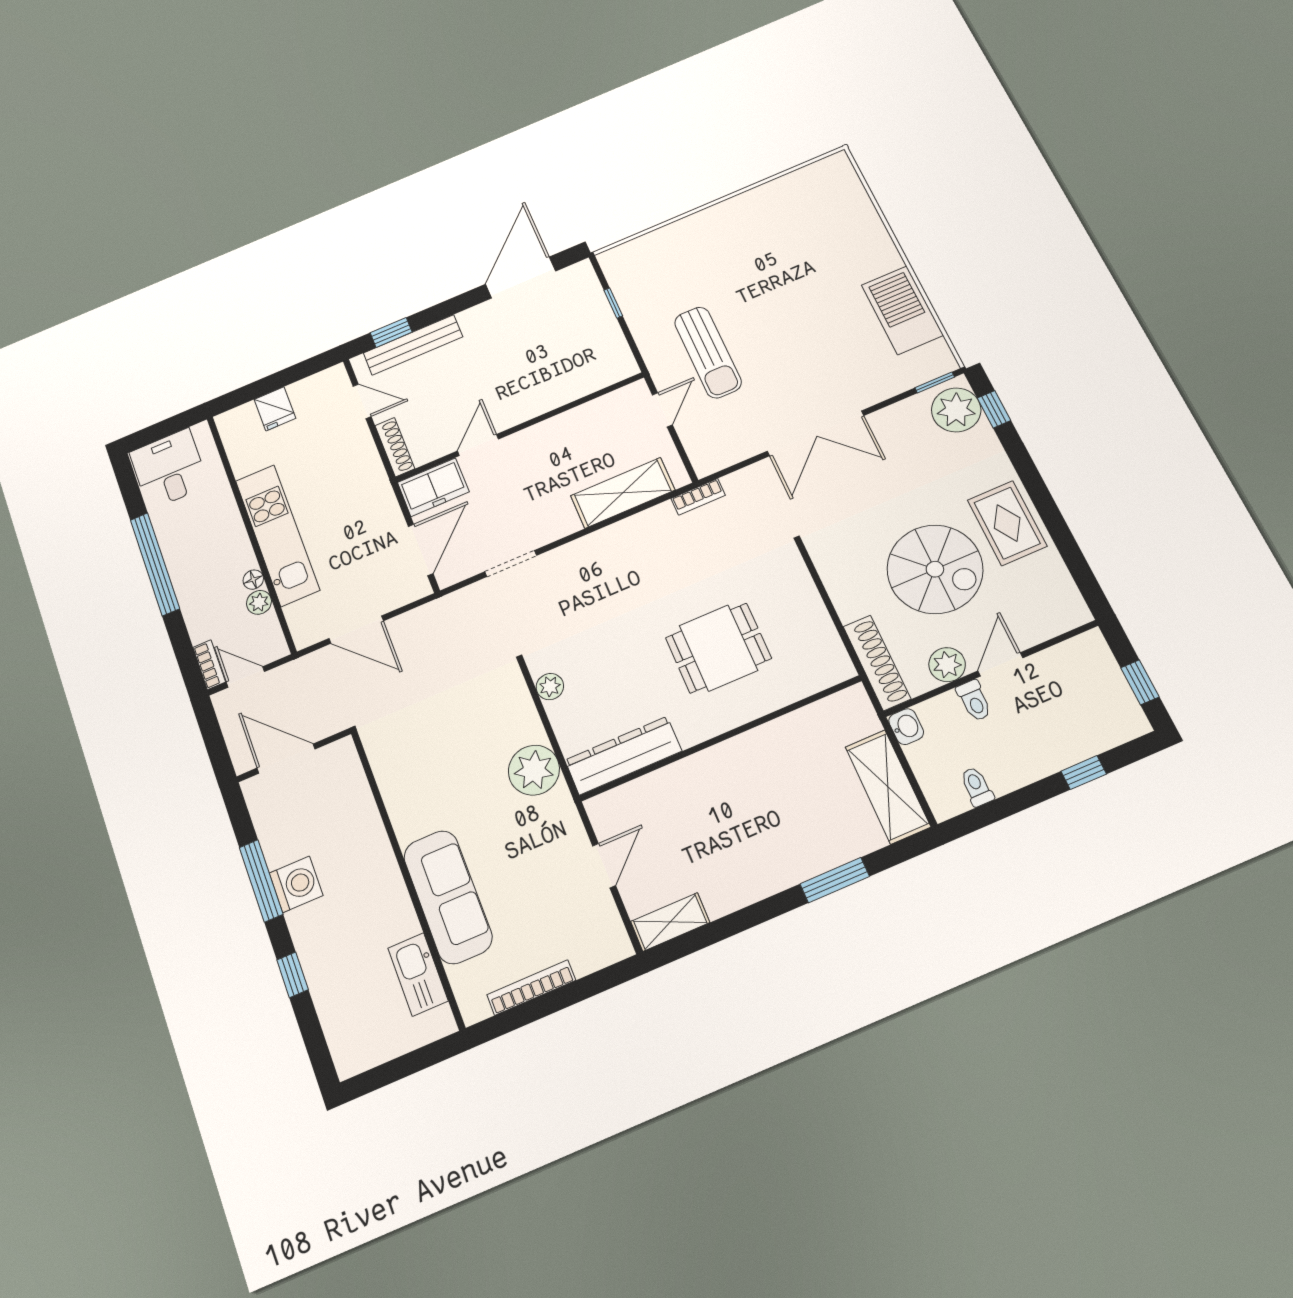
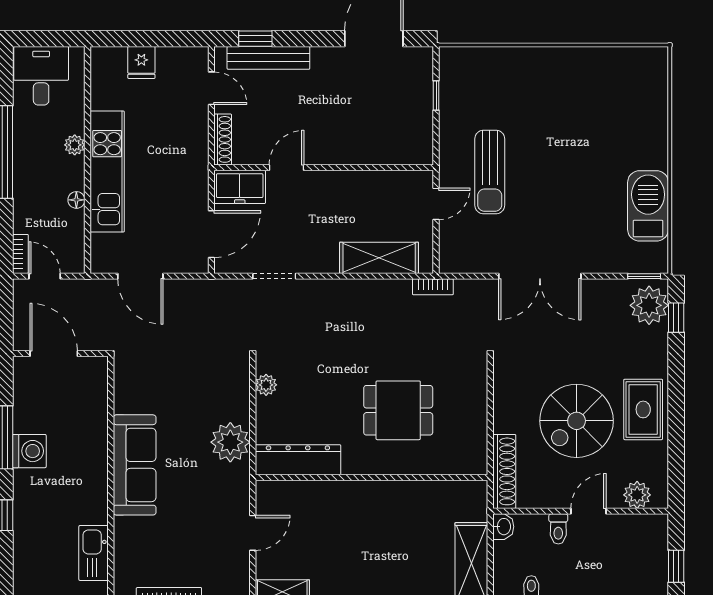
spiral stairs: (935, 569) -> (577, 421), turned 90
plant: (259, 602) -> (75, 145), moved
plant: (947, 665) -> (637, 495), moved
sofa: (448, 897) -> (135, 465), moved

